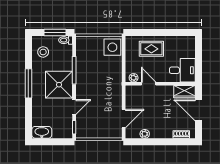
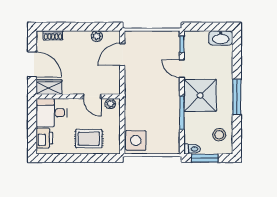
printer: (188, 49) -> (44, 138), added
door: (74, 107) -> (182, 69), hinge flipped

